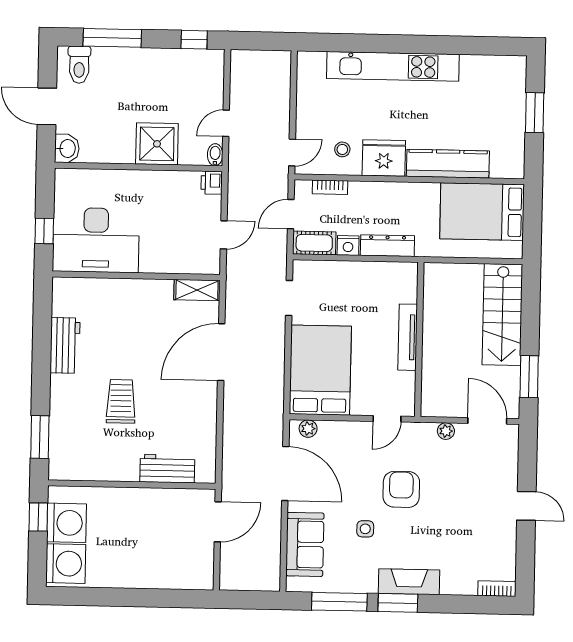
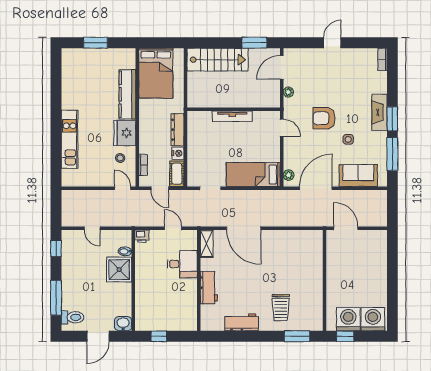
kitchen unit: (393, 66) -> (70, 139), width x0.73
door: (226, 123) -> (92, 228), moved
bidet: (215, 155) -> (125, 251), moved
window: (44, 231) -> (159, 336), moved
desk: (96, 240) -> (182, 264), moved, width x0.53, depth x0.77
bed: (320, 370) -> (253, 174), width x0.67
trolley: (121, 401) -> (281, 308), moved, turned -90
workbench: (167, 469) -> (209, 288), moved, turned 180

